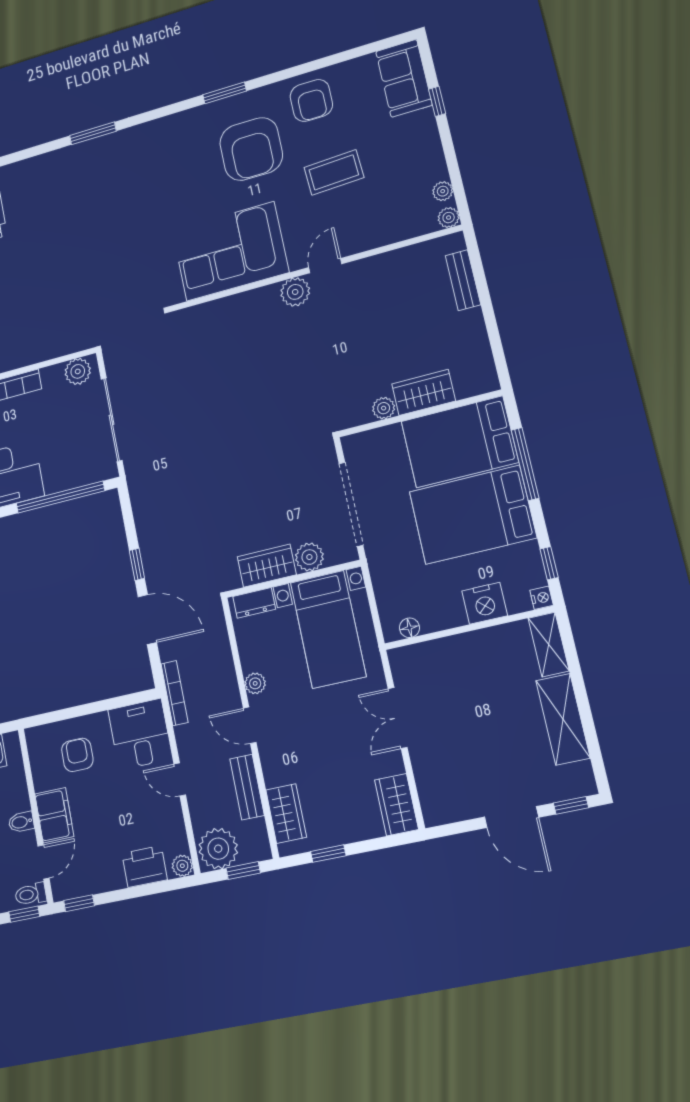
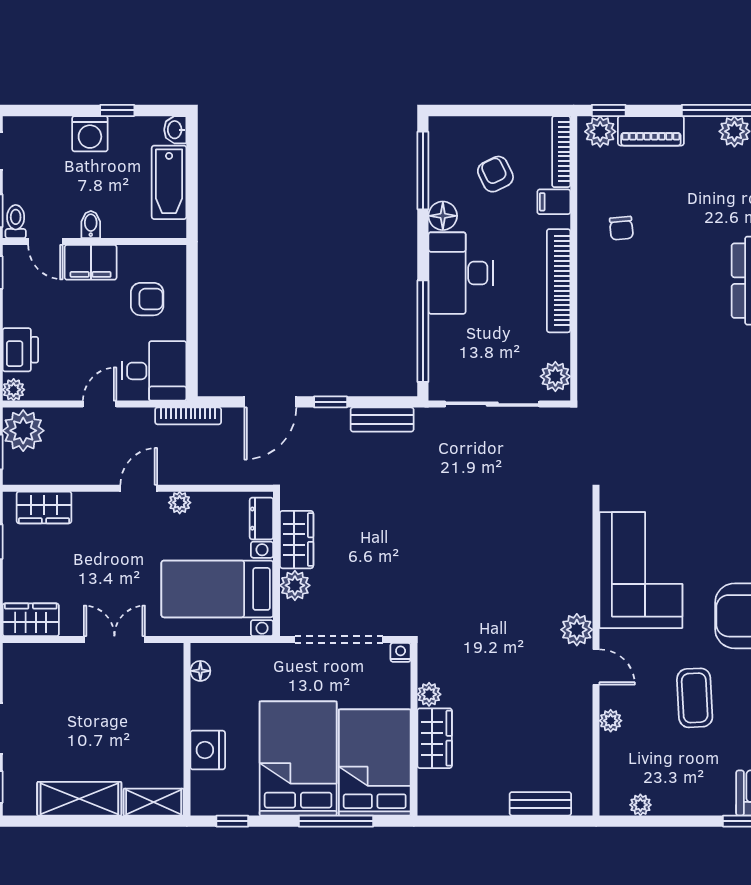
plant: (449, 218) -> (611, 721), moved
nightstand: (542, 598) -> (401, 652), moved, turned 180
bench: (247, 787) -> (382, 420), moved

